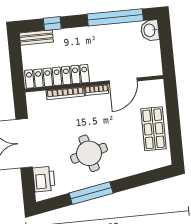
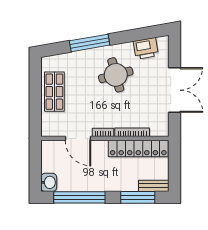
window: (52, 24) -> (138, 197), width x2.17
door: (123, 81) -> (78, 138), swing flipped
printer: (44, 179) -> (146, 48), moved, turned -100
window: (91, 193) -> (90, 43), moved

